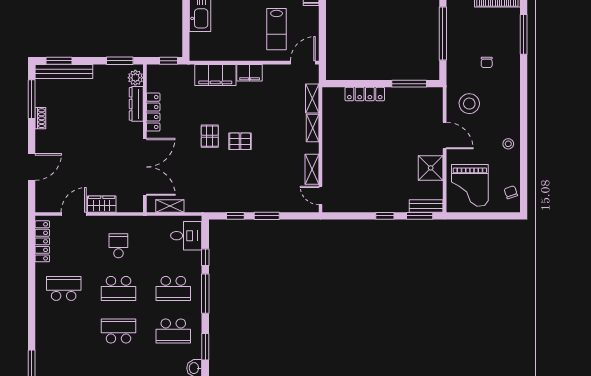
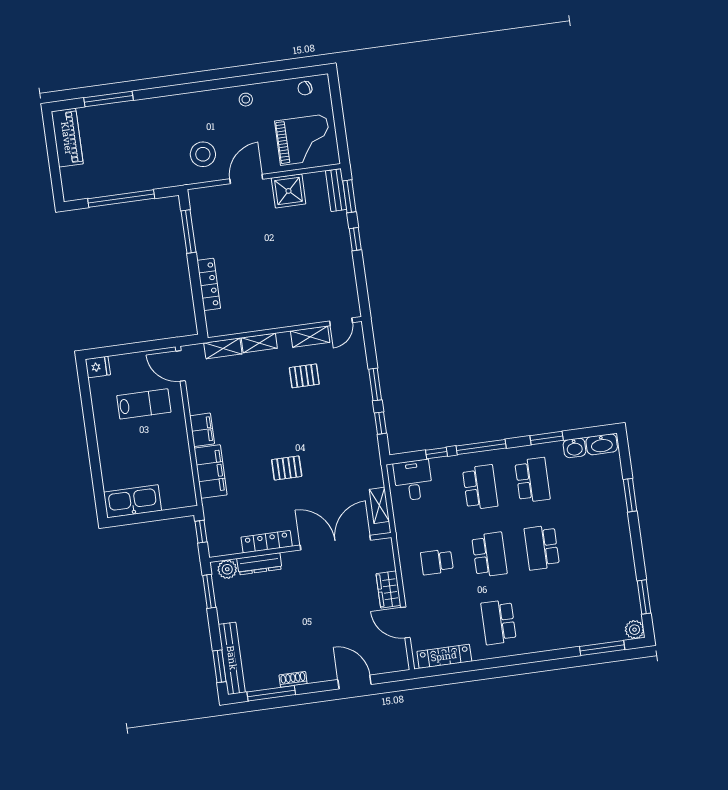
chair: (487, 62) -> (149, 140), removed
pallet: (240, 141) -> (304, 376), moved, turned 90

